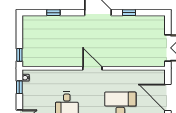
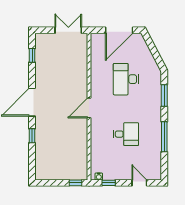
window: (53, 13) -> (32, 136), moved
window: (129, 13) -> (32, 55), moved

